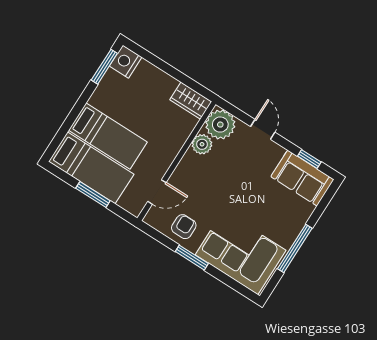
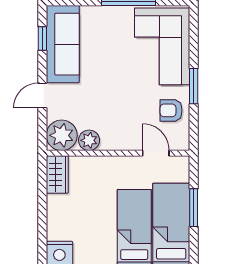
sofa: (302, 178) -> (63, 44), width x1.36

